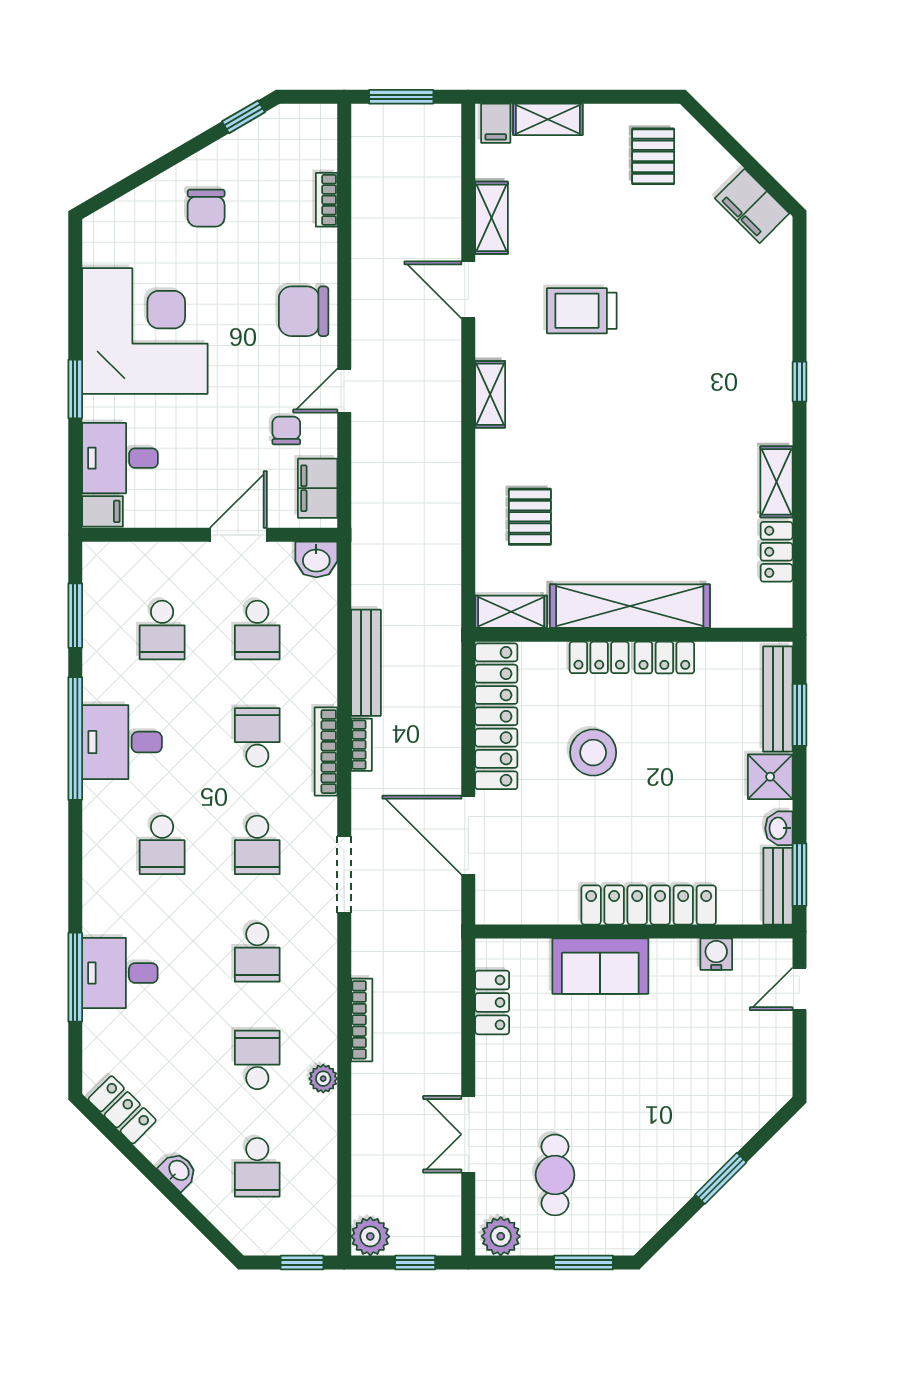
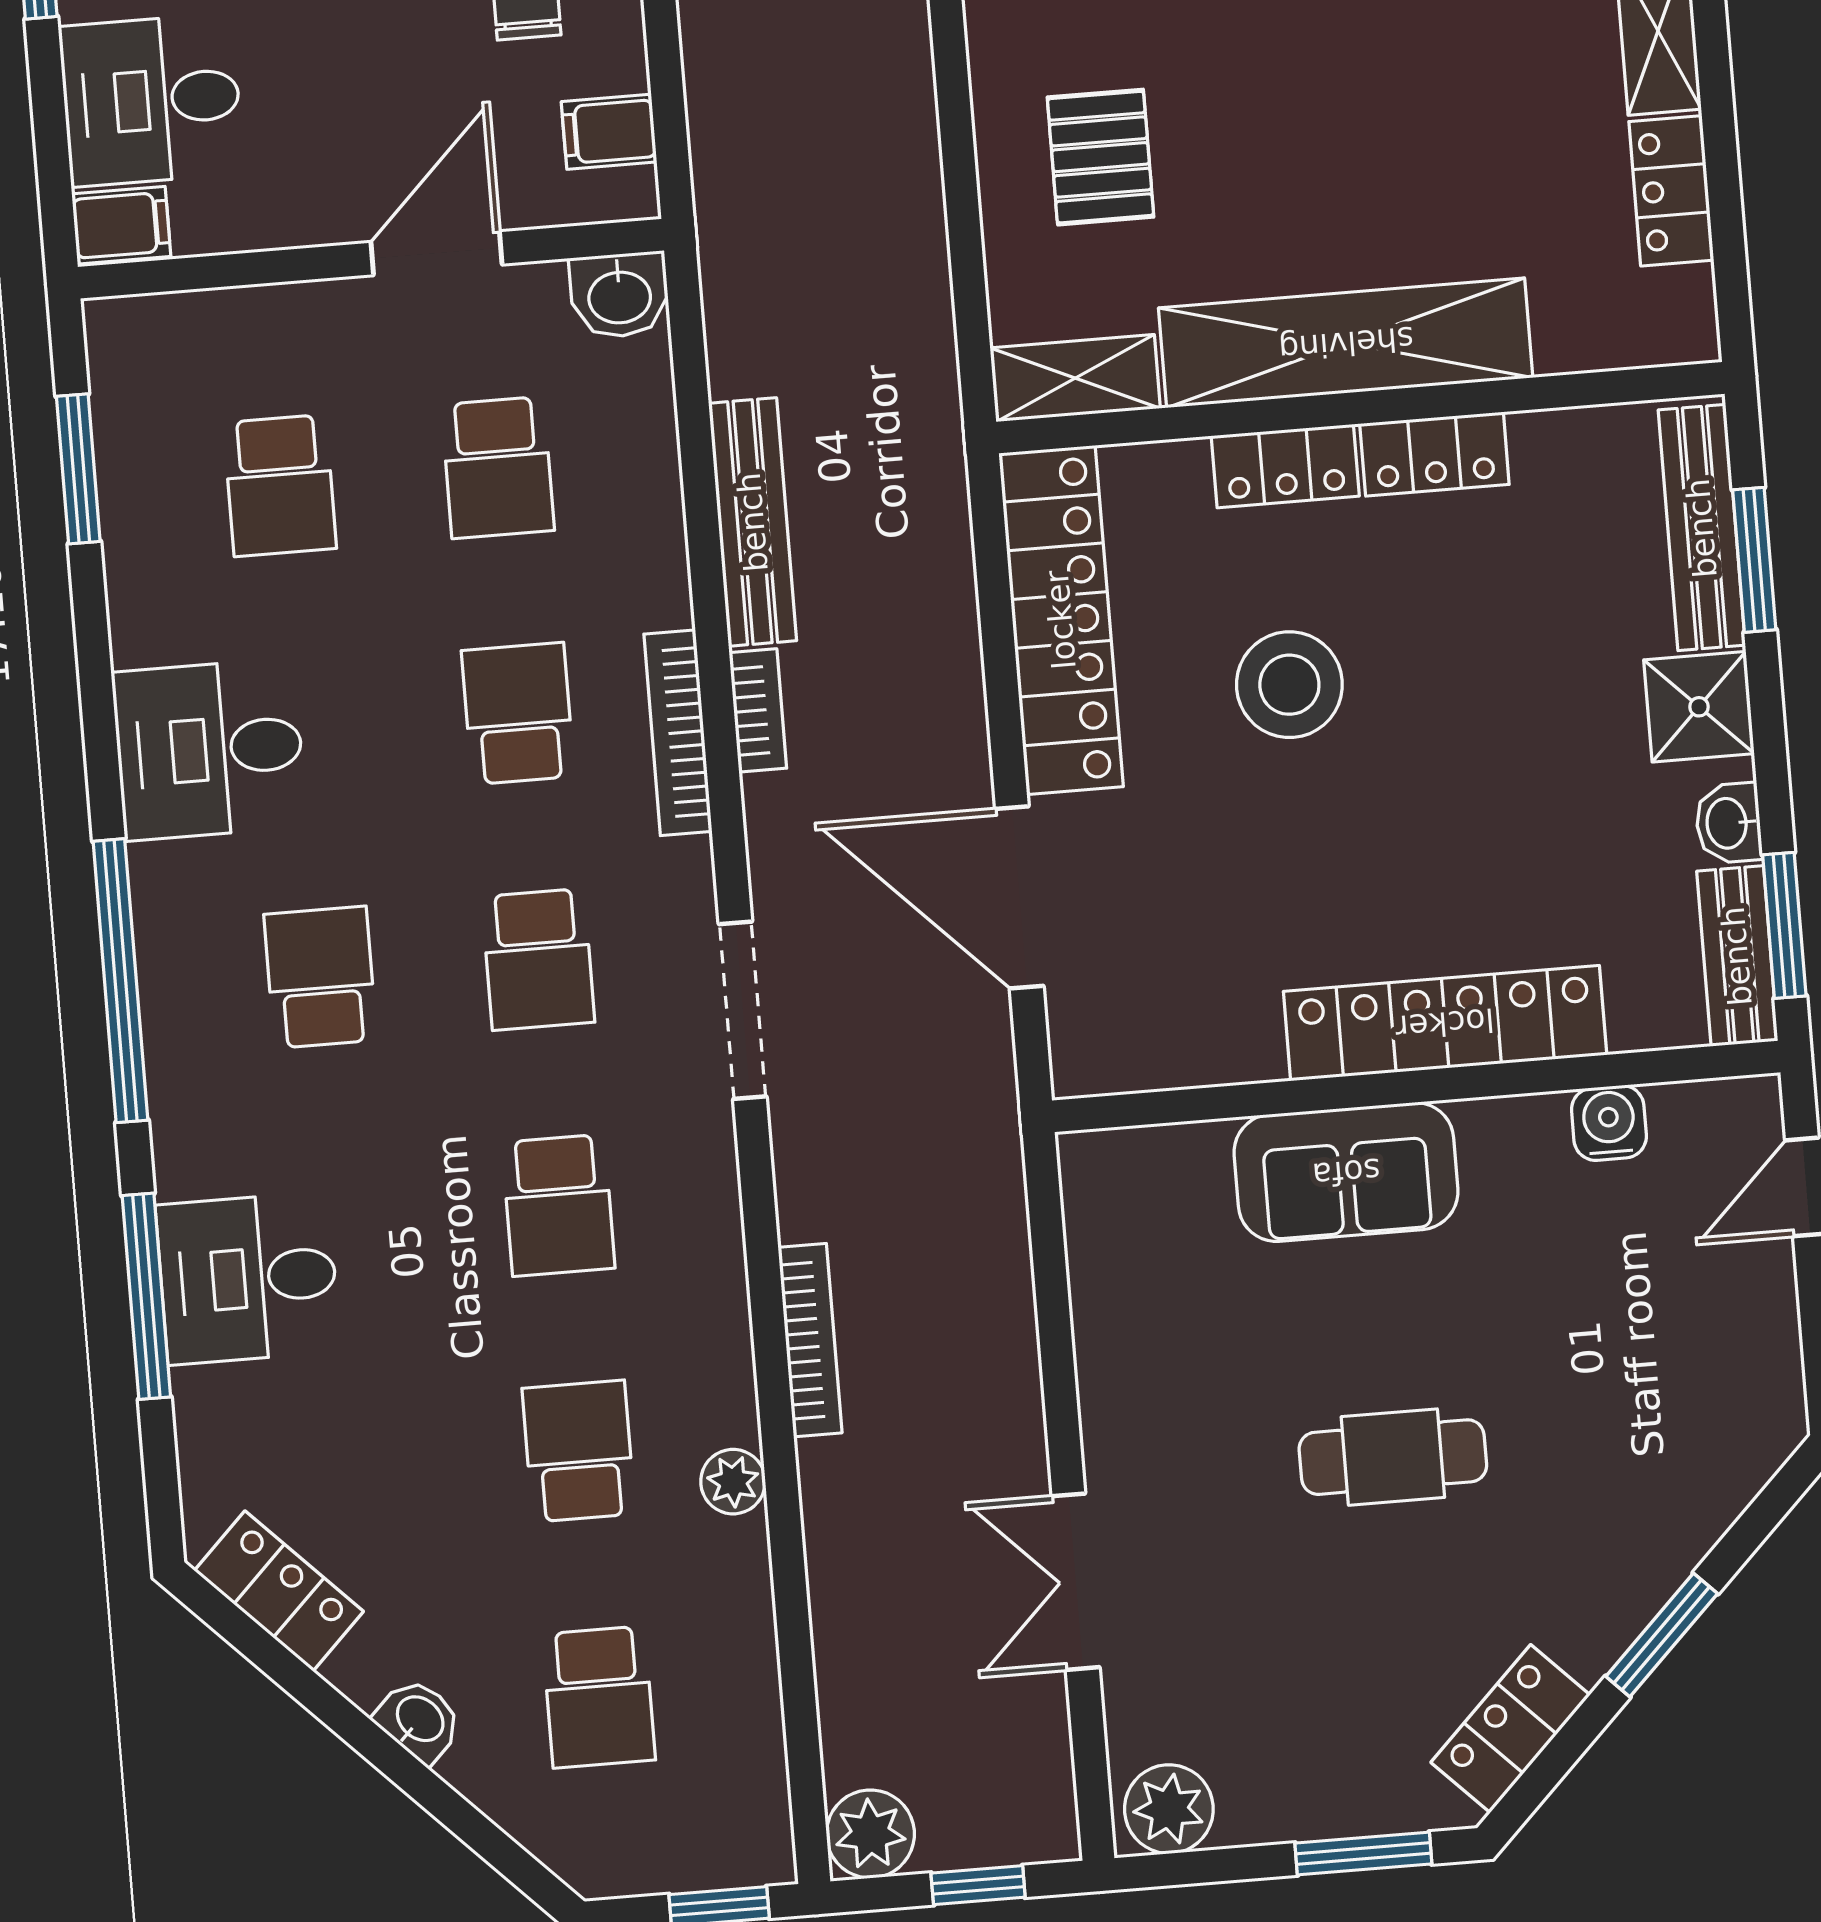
filing cabinet: (318, 488) -> (609, 132), width x0.50
window: (75, 738) -> (120, 981), moved
school desk: (162, 845) -> (320, 977), turned 180
locker: (492, 1002) -> (1510, 1729), moved, turned -135
cafe table: (555, 1175) -> (1393, 1457), moved, turned 90

